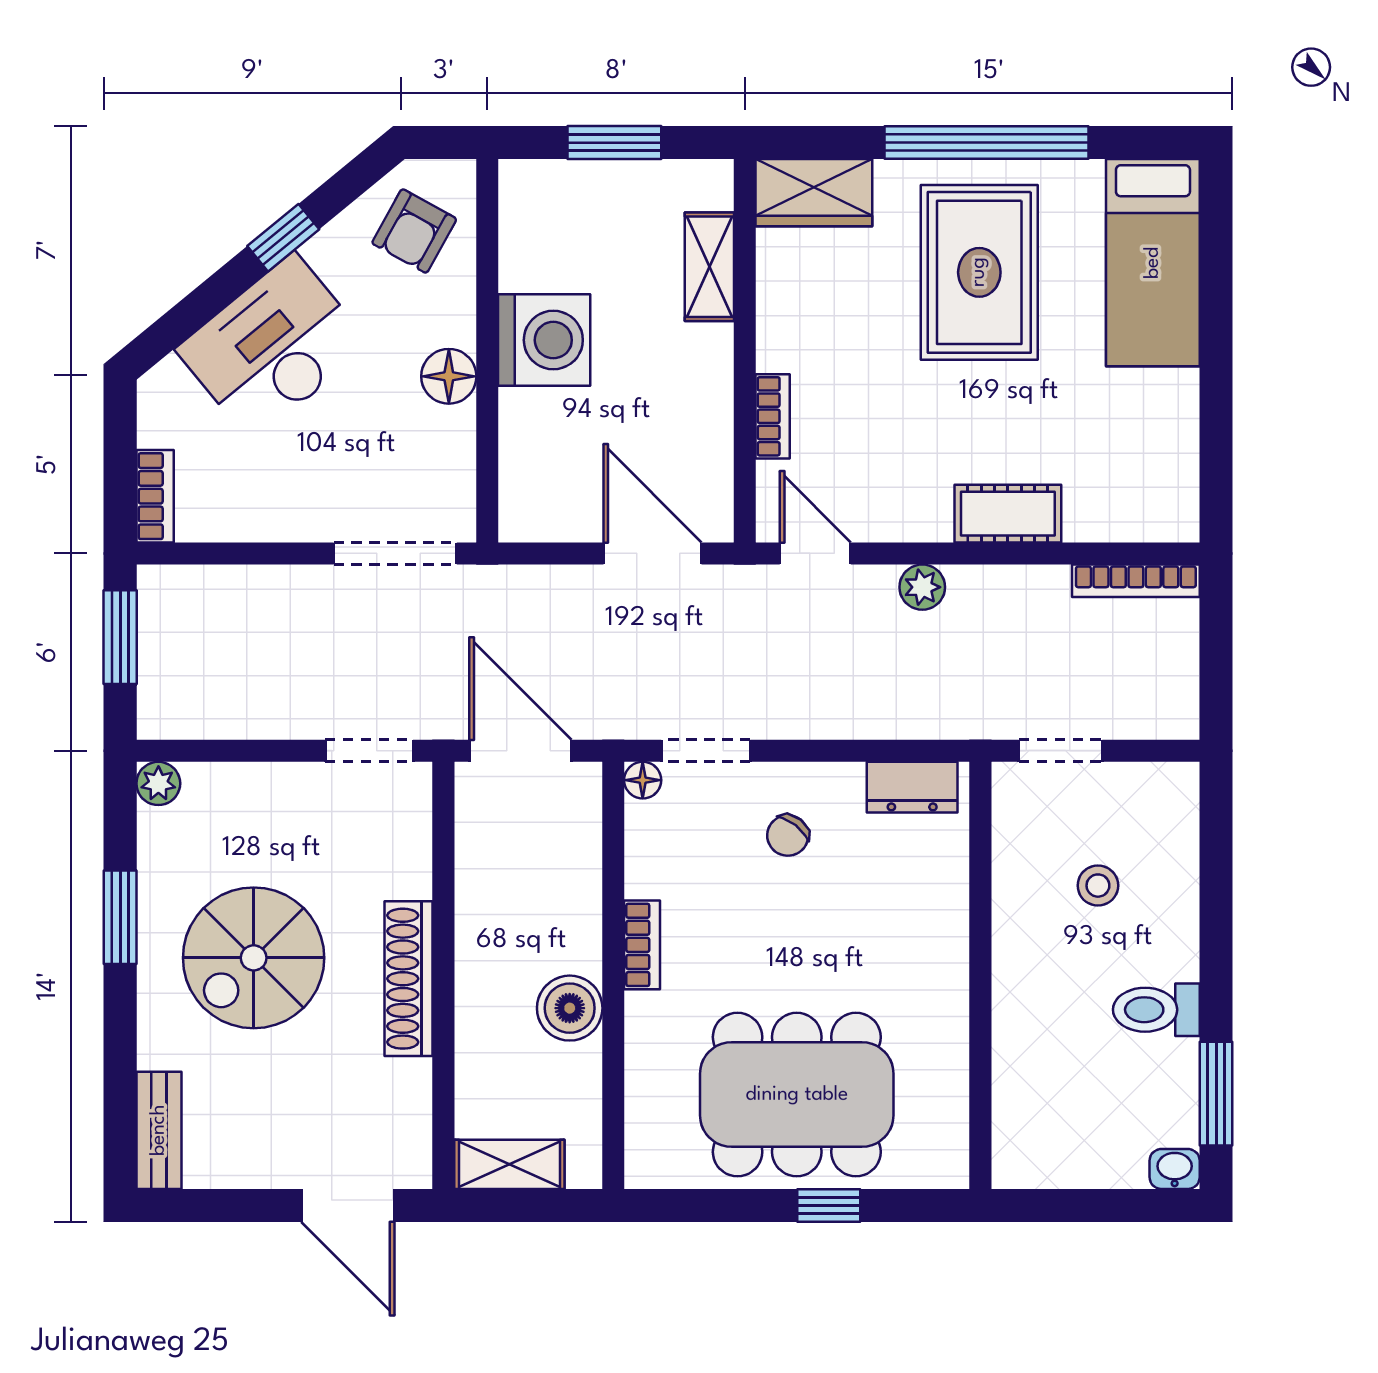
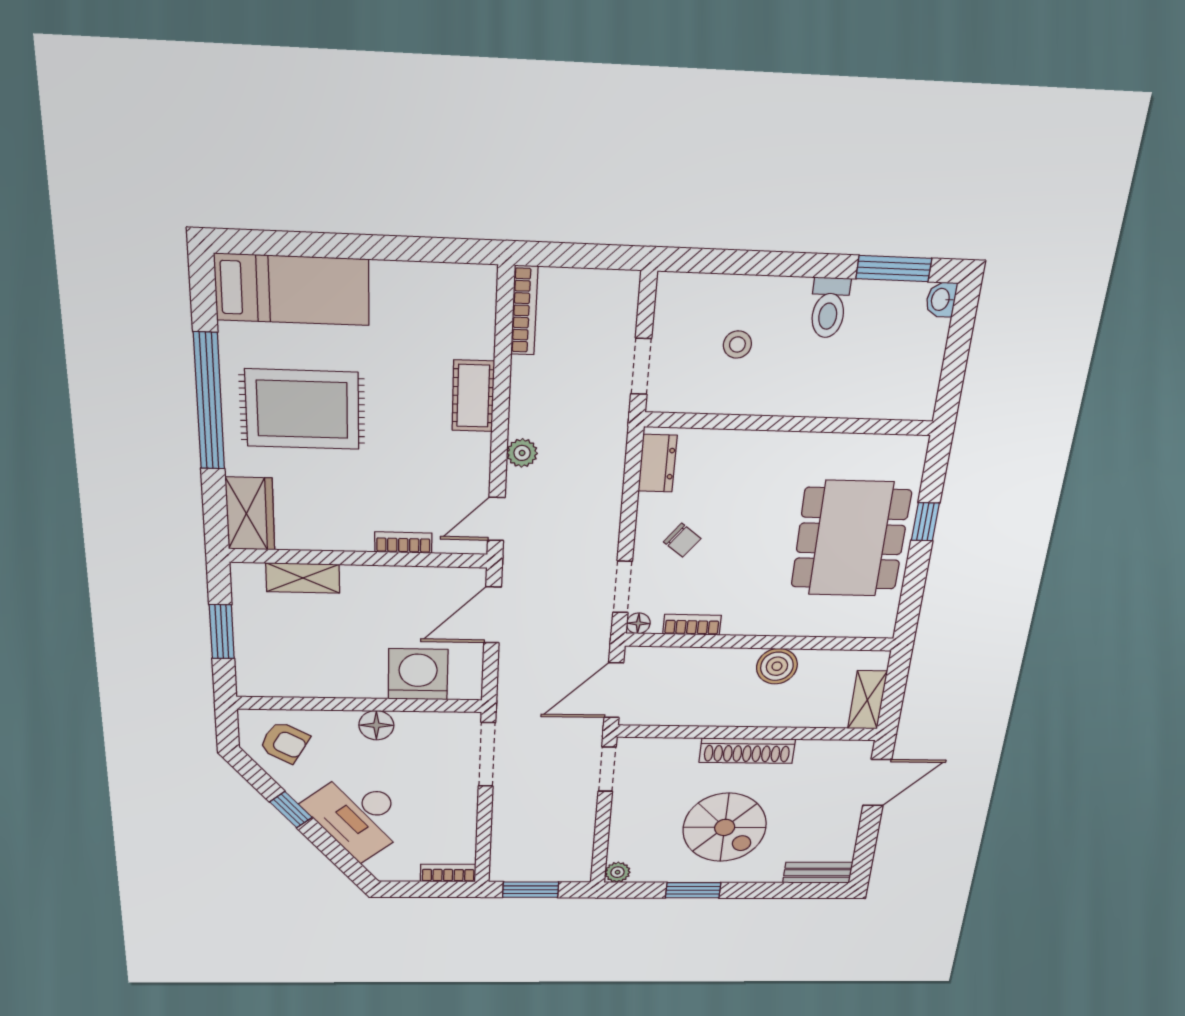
washing machine: (544, 340) -> (418, 674), moved
bookcase: (642, 945) -> (692, 625), moved

